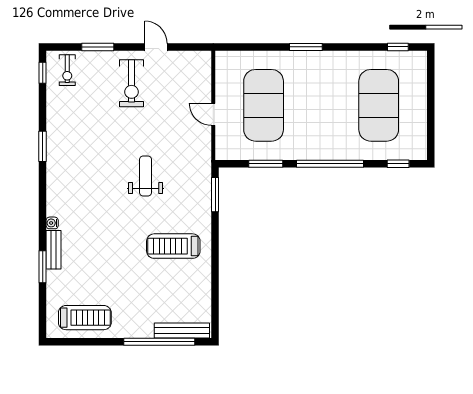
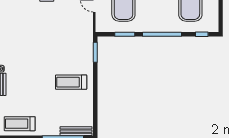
weight bench: (146, 176) -> (55, 41), removed
treadmill: (85, 318) -> (20, 124), turned 180

